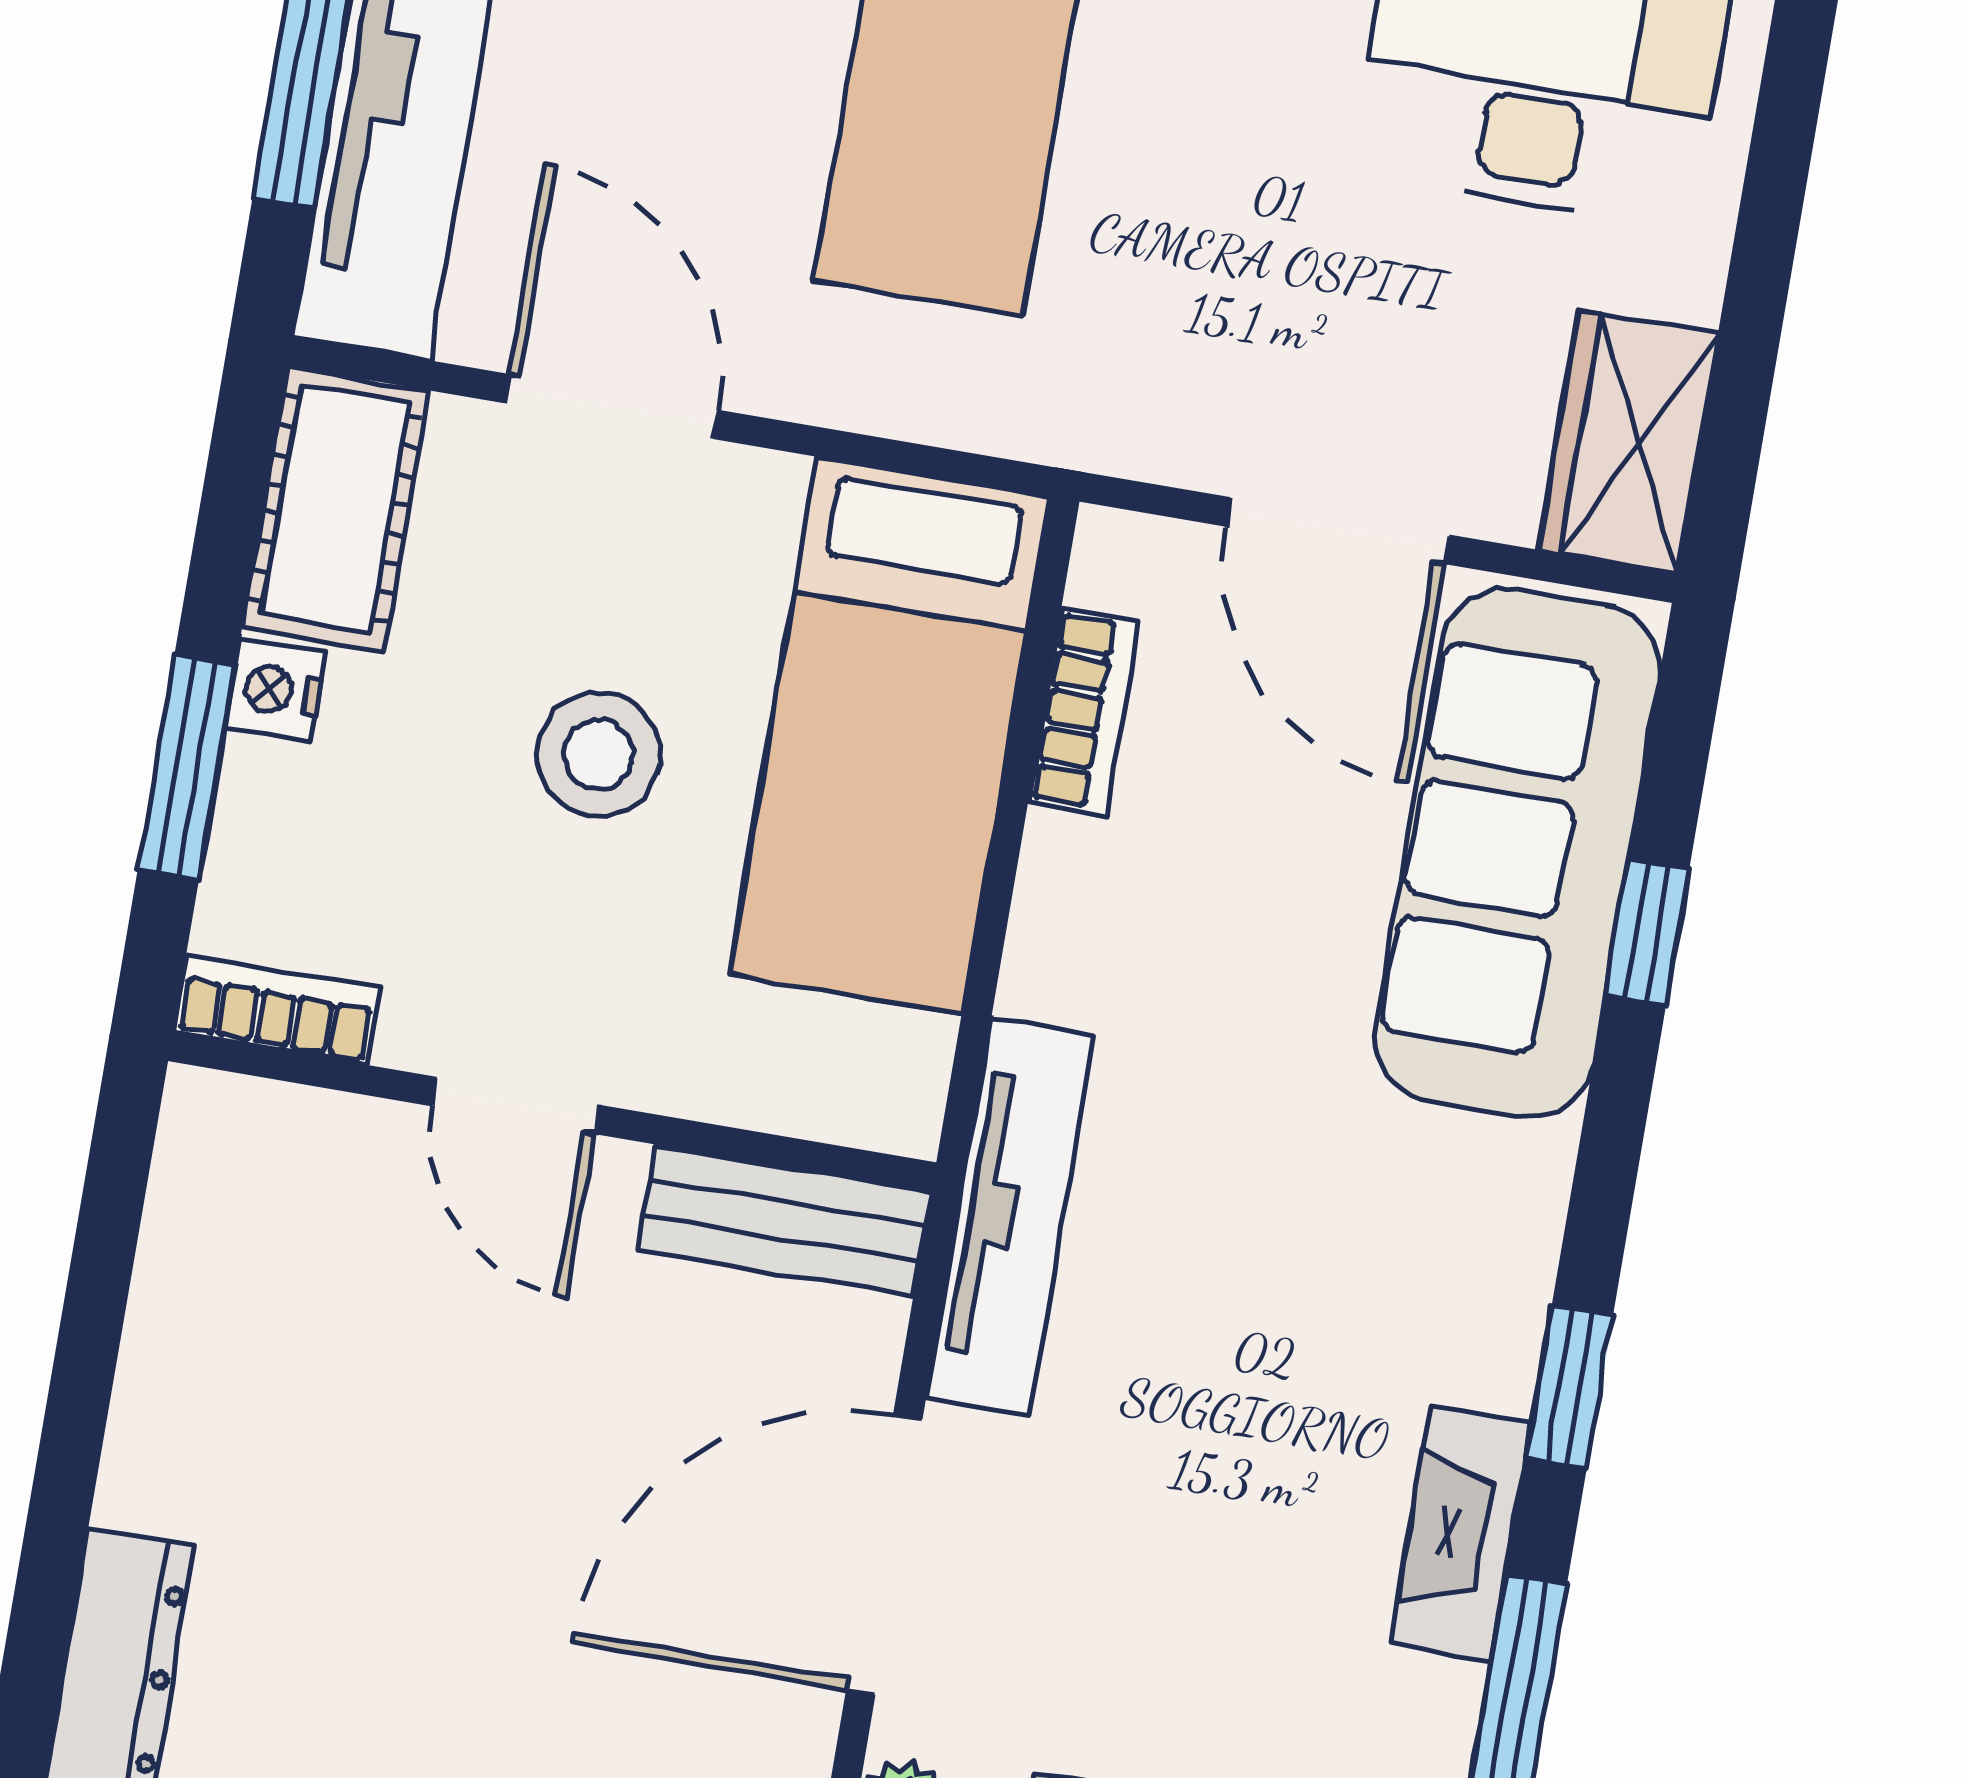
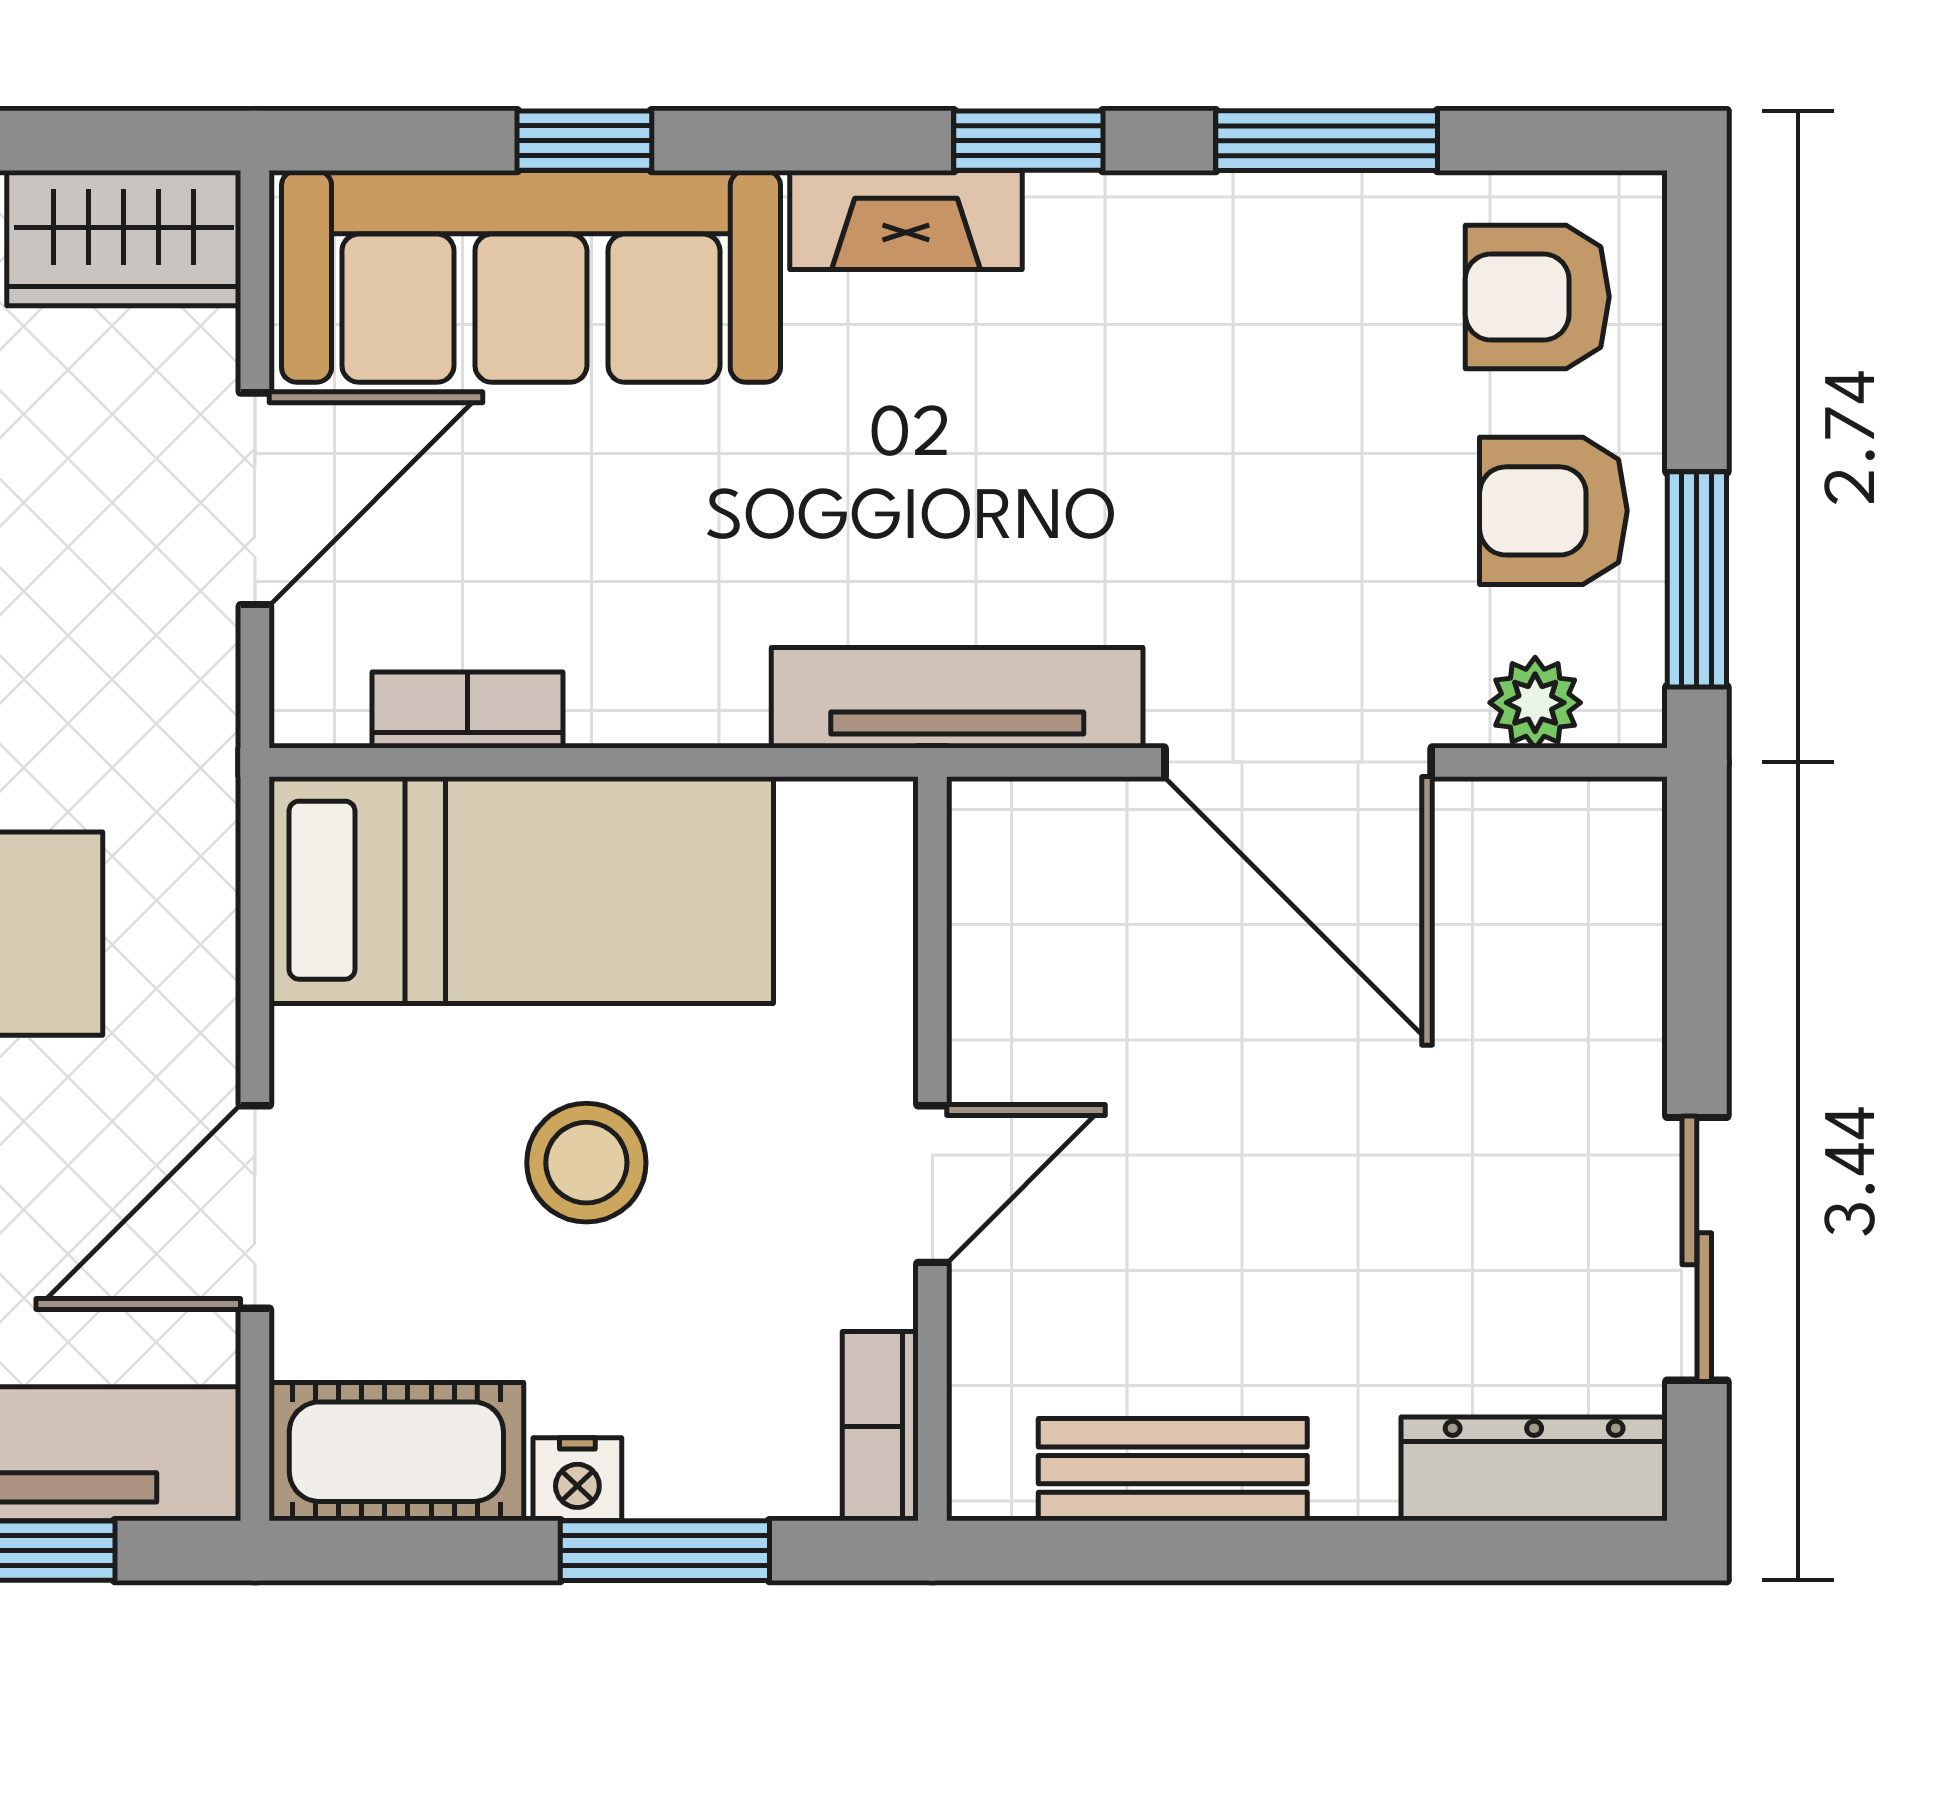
bench: (784, 1221) -> (1173, 1470), moved, turned 90
fireplace: (1460, 1534) -> (906, 220), moved

